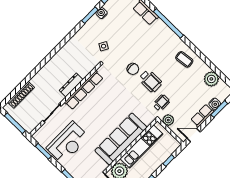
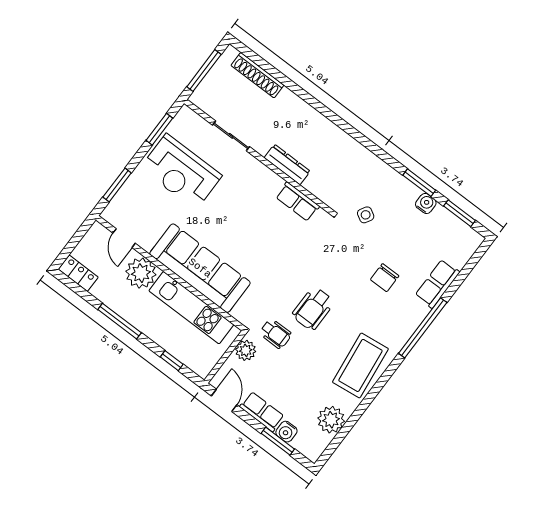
coffee table: (184, 59) -> (360, 365), width x1.86, depth x1.72
chair: (133, 69) -> (385, 278), moved
row of seats: (84, 90) -> (297, 202), width x0.50

